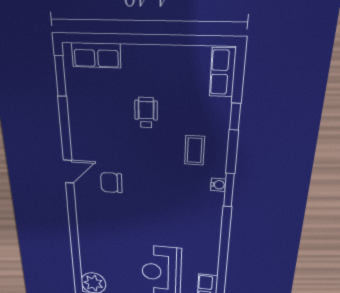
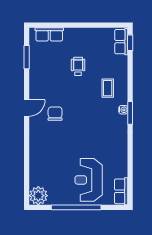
window: (60, 76) -> (27, 57), moved
window: (235, 117) -> (130, 43), moved
chair: (111, 183) -> (55, 114), turned 90

